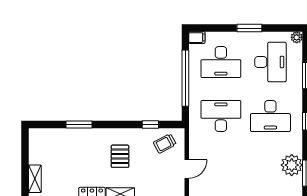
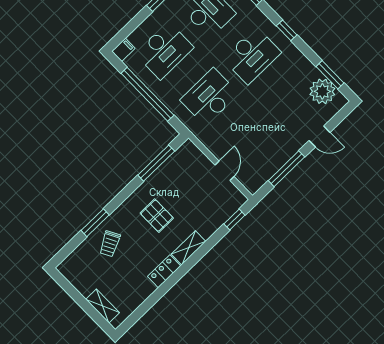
window: (150, 124) -> (156, 163), width x2.17
trolley: (165, 143) -> (110, 244), moved
plant: (292, 165) -> (322, 91), moved

